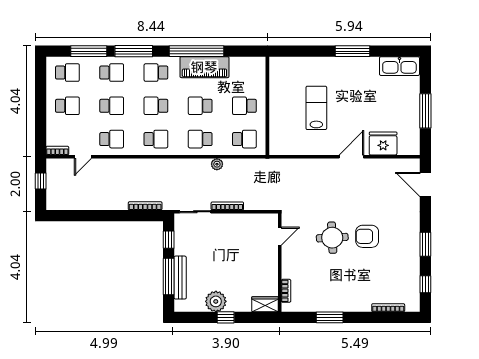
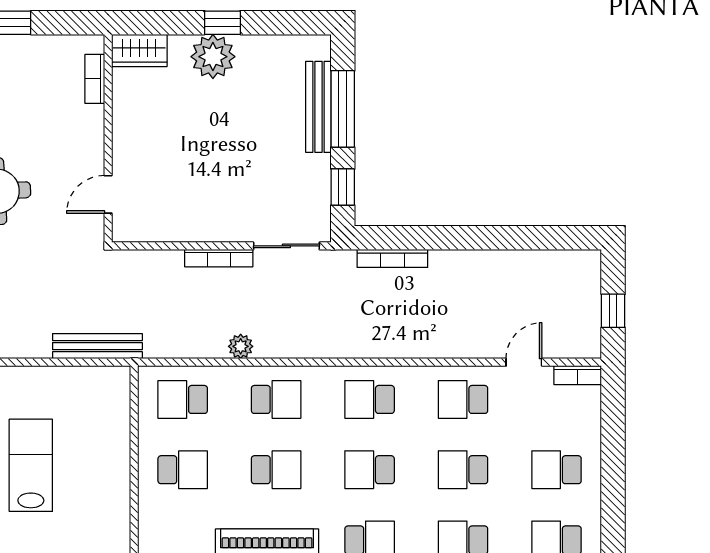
school desk: (156, 106) -> (370, 470), turned 180
lab bench: (316, 108) -> (31, 465), turned 180
bench: (285, 164) -> (97, 346), added
plant: (216, 301) -> (213, 57), moved

